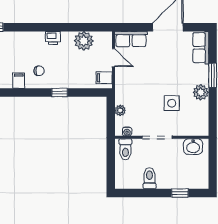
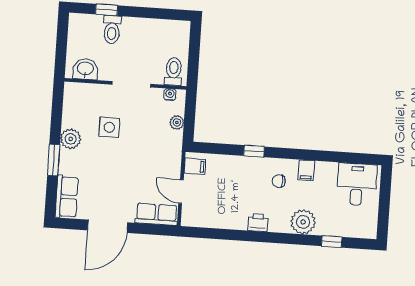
plant: (84, 41) -> (303, 222), moved
toilet: (150, 178) -> (112, 30), moved

